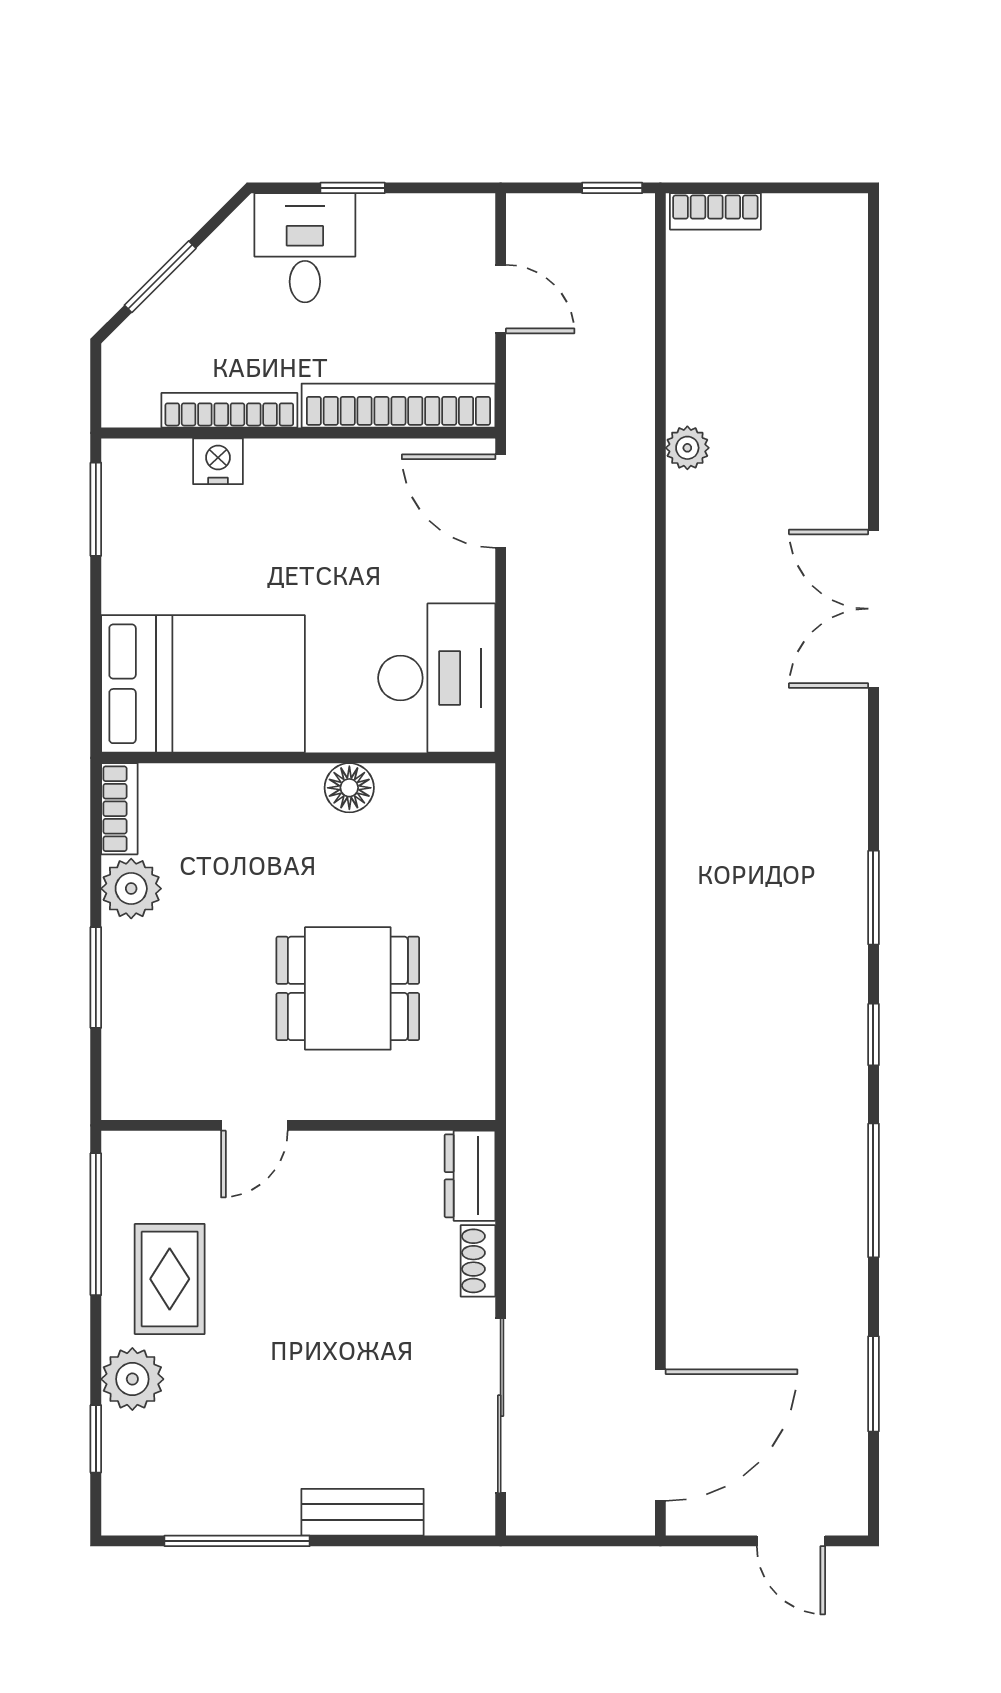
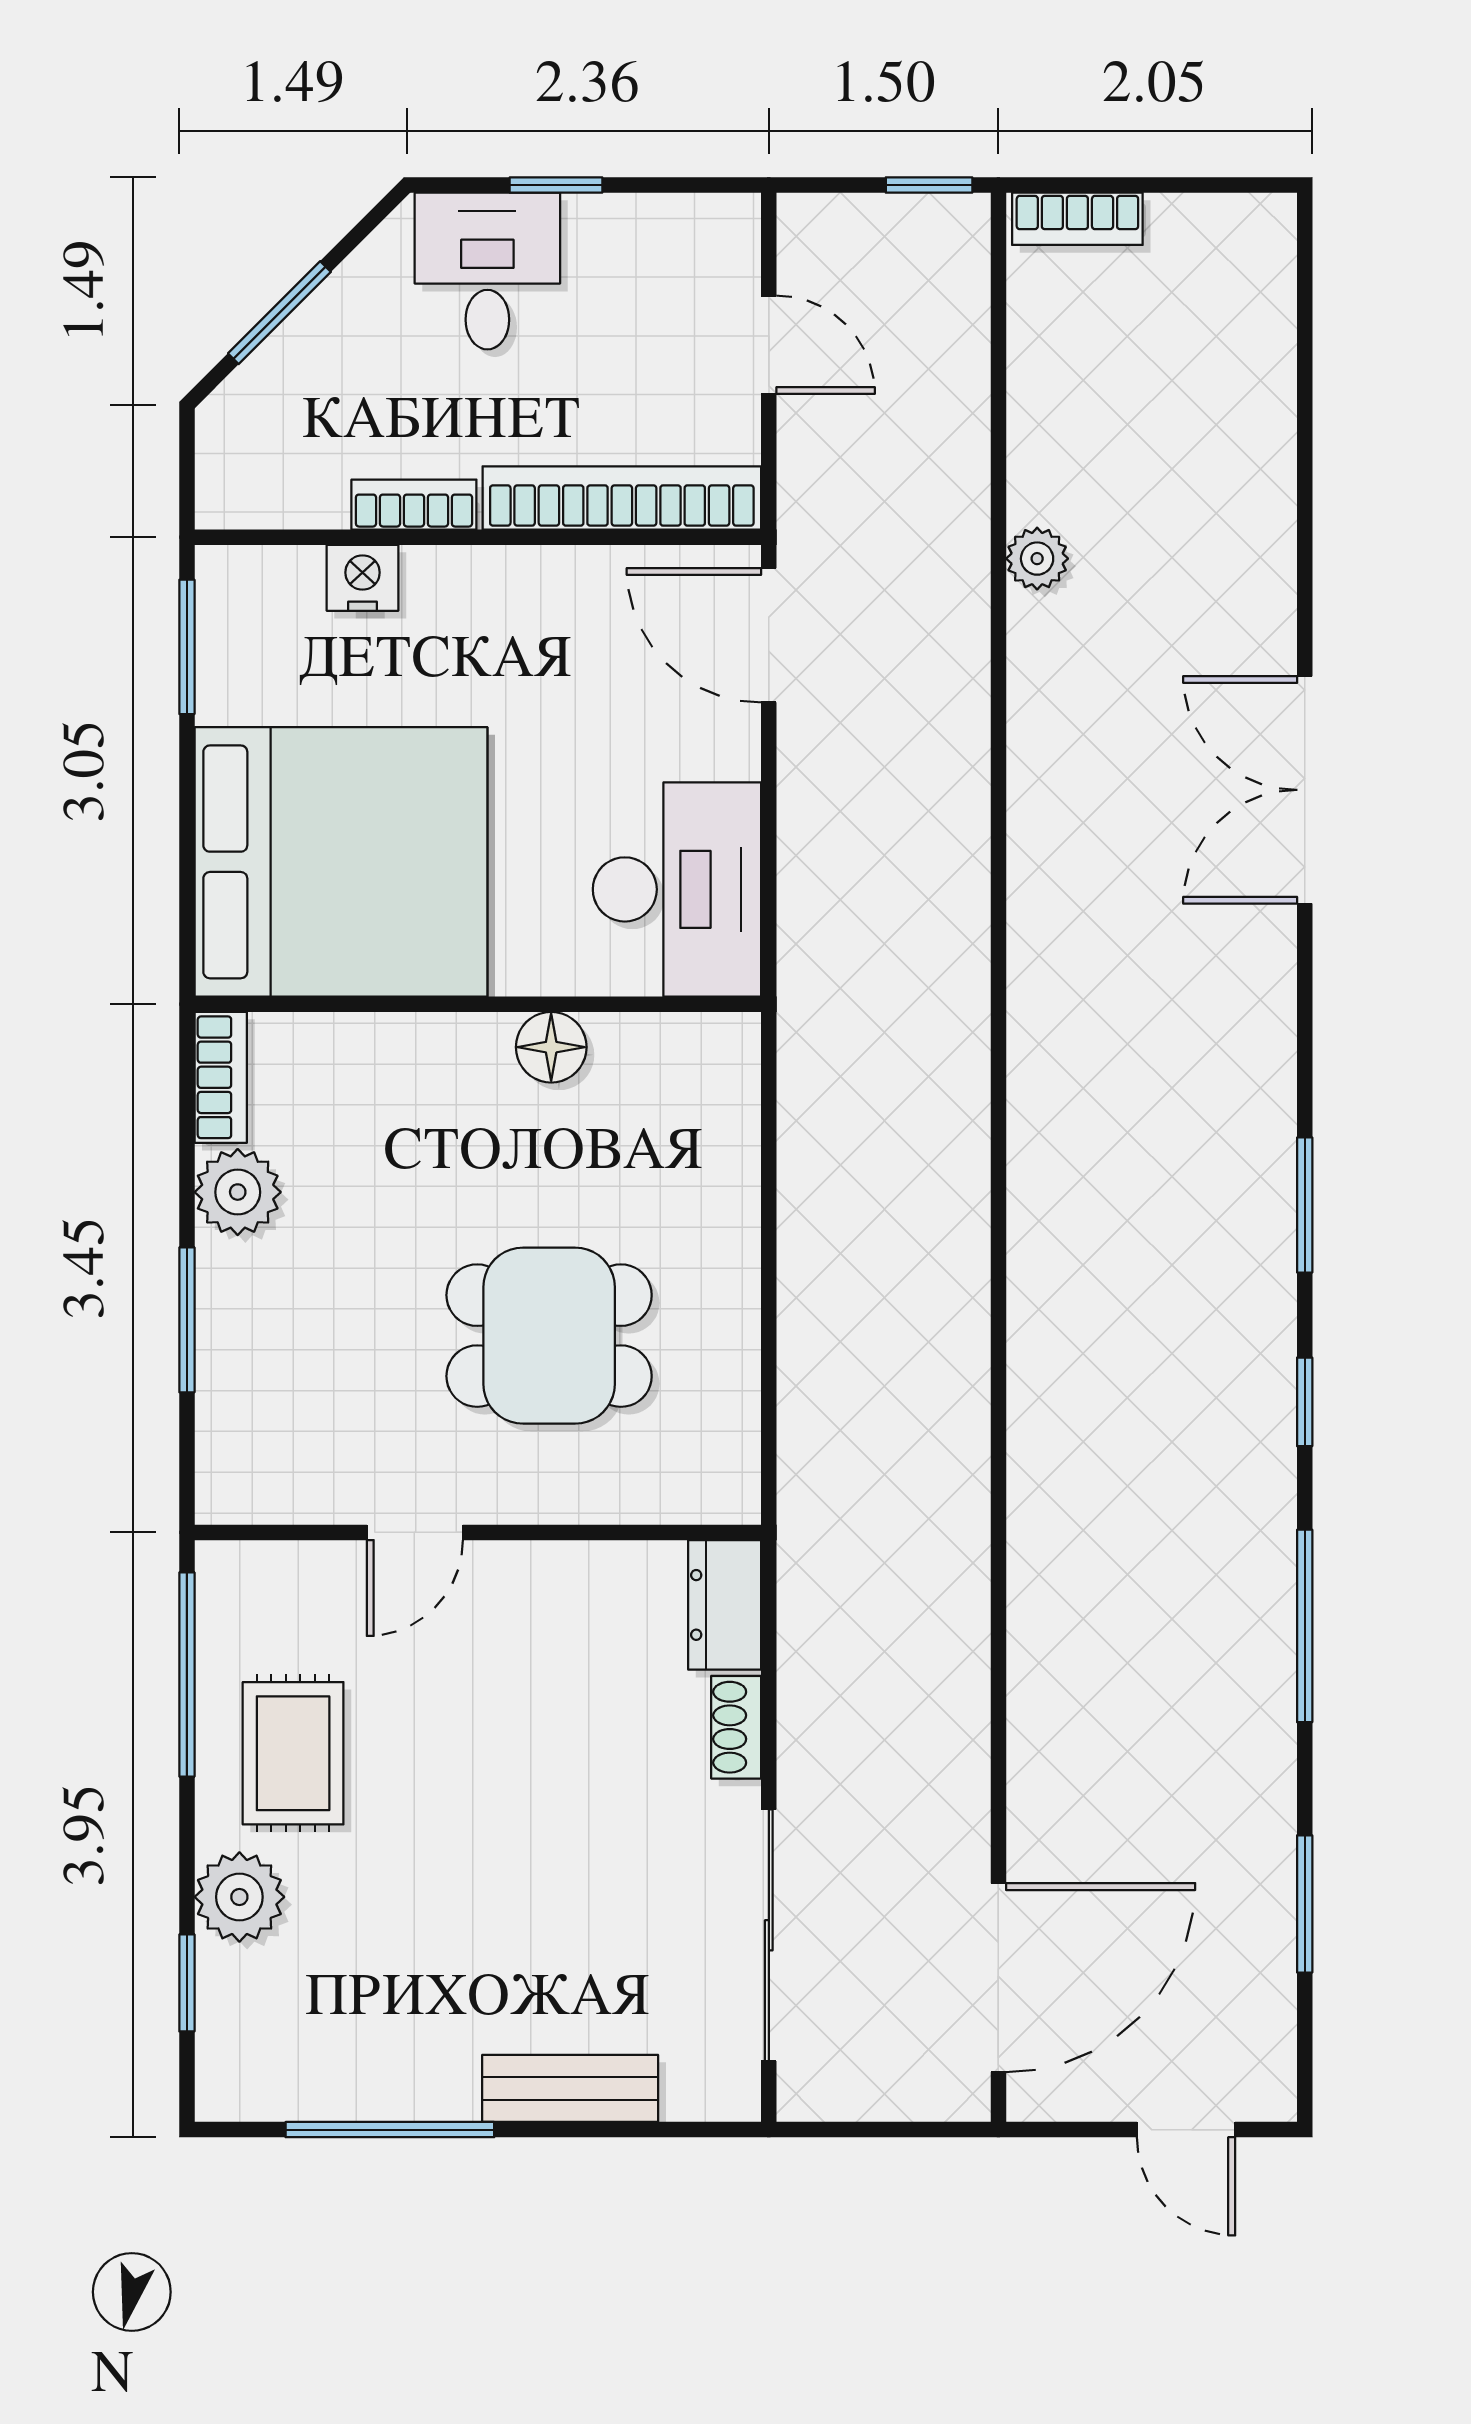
bookcase: (229, 410) -> (414, 505), width x0.64
bed: (203, 684) -> (341, 862), width x1.36

